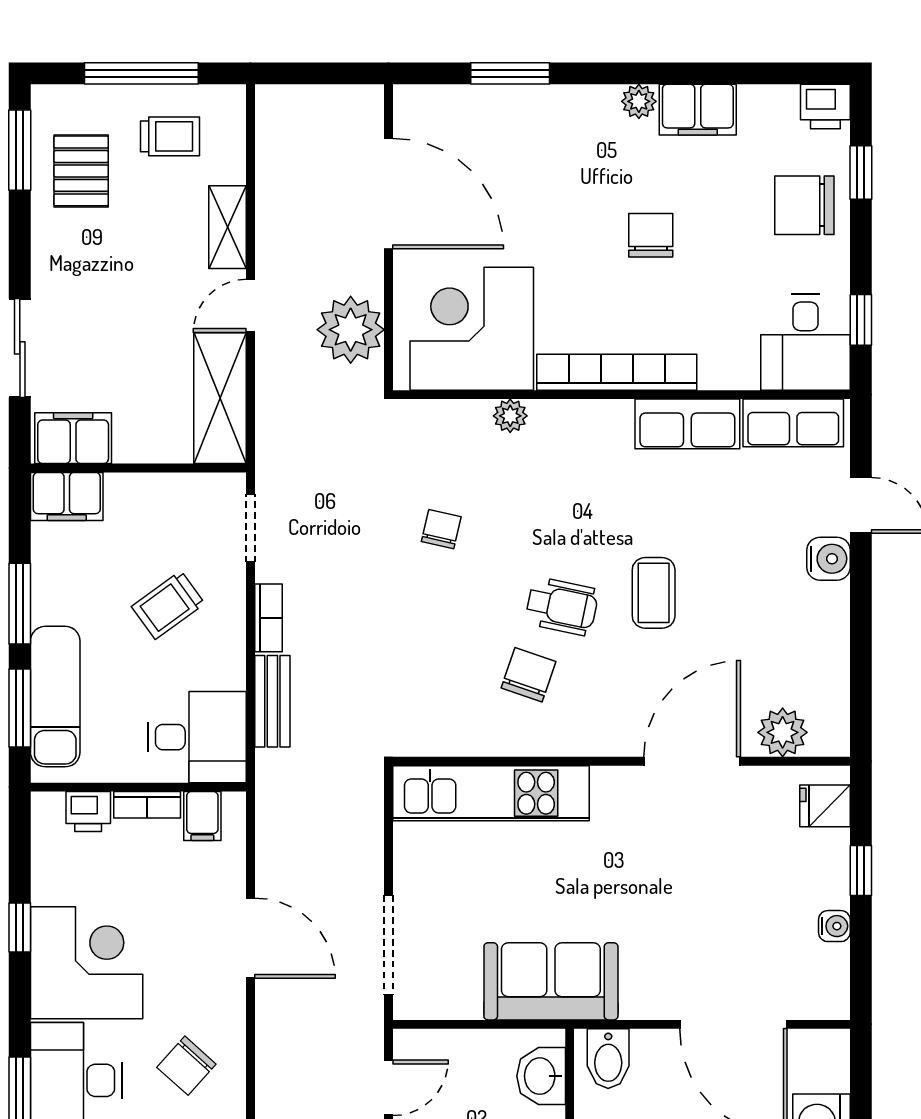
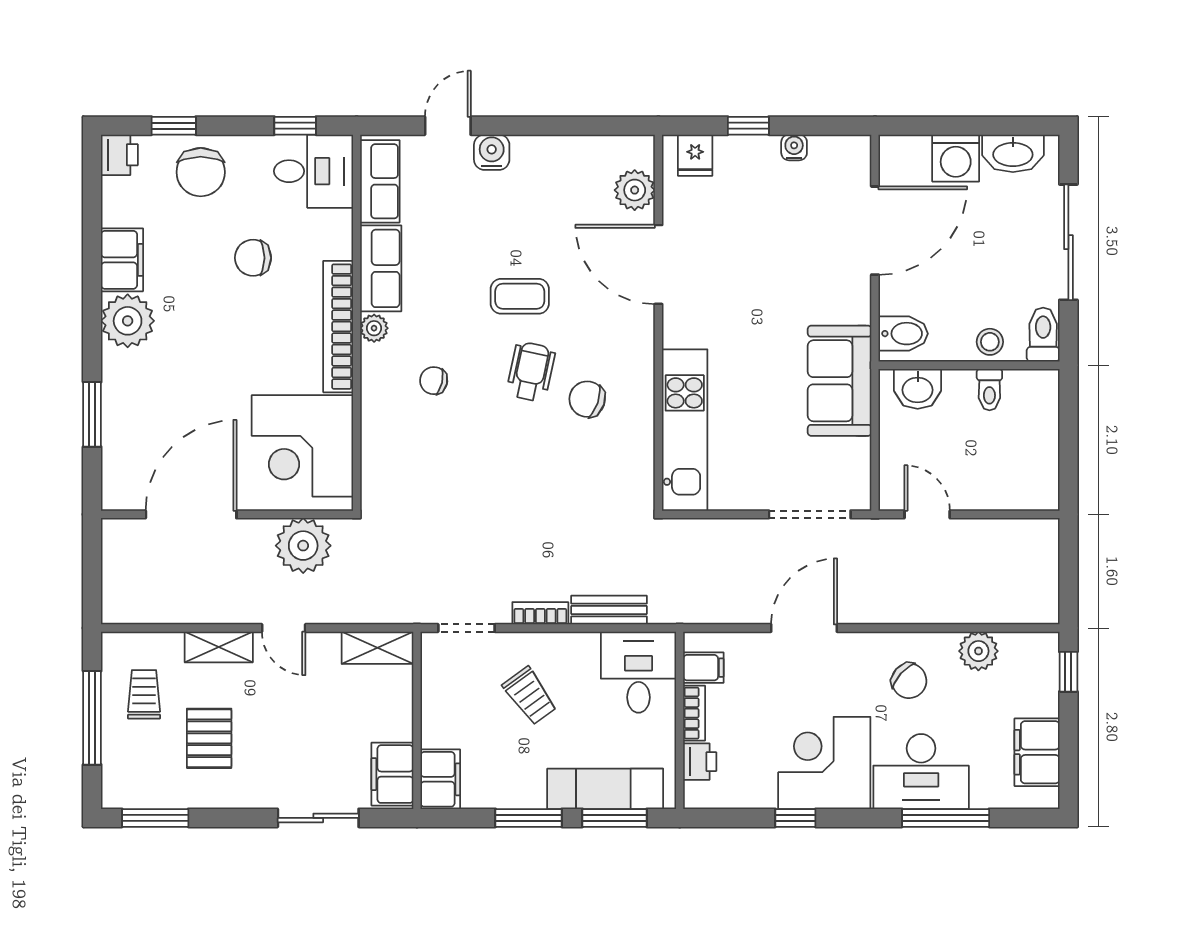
plant: (639, 101) -> (128, 321), width x1.88, depth x1.88
pallet: (81, 171) -> (209, 738), moved, turned 90
chair: (651, 235) -> (253, 258), moved
shelving: (220, 398) -> (377, 648), width x0.67, depth x0.75
plant: (510, 416) -> (374, 328), moved
chair: (441, 529) -> (434, 381), moved

